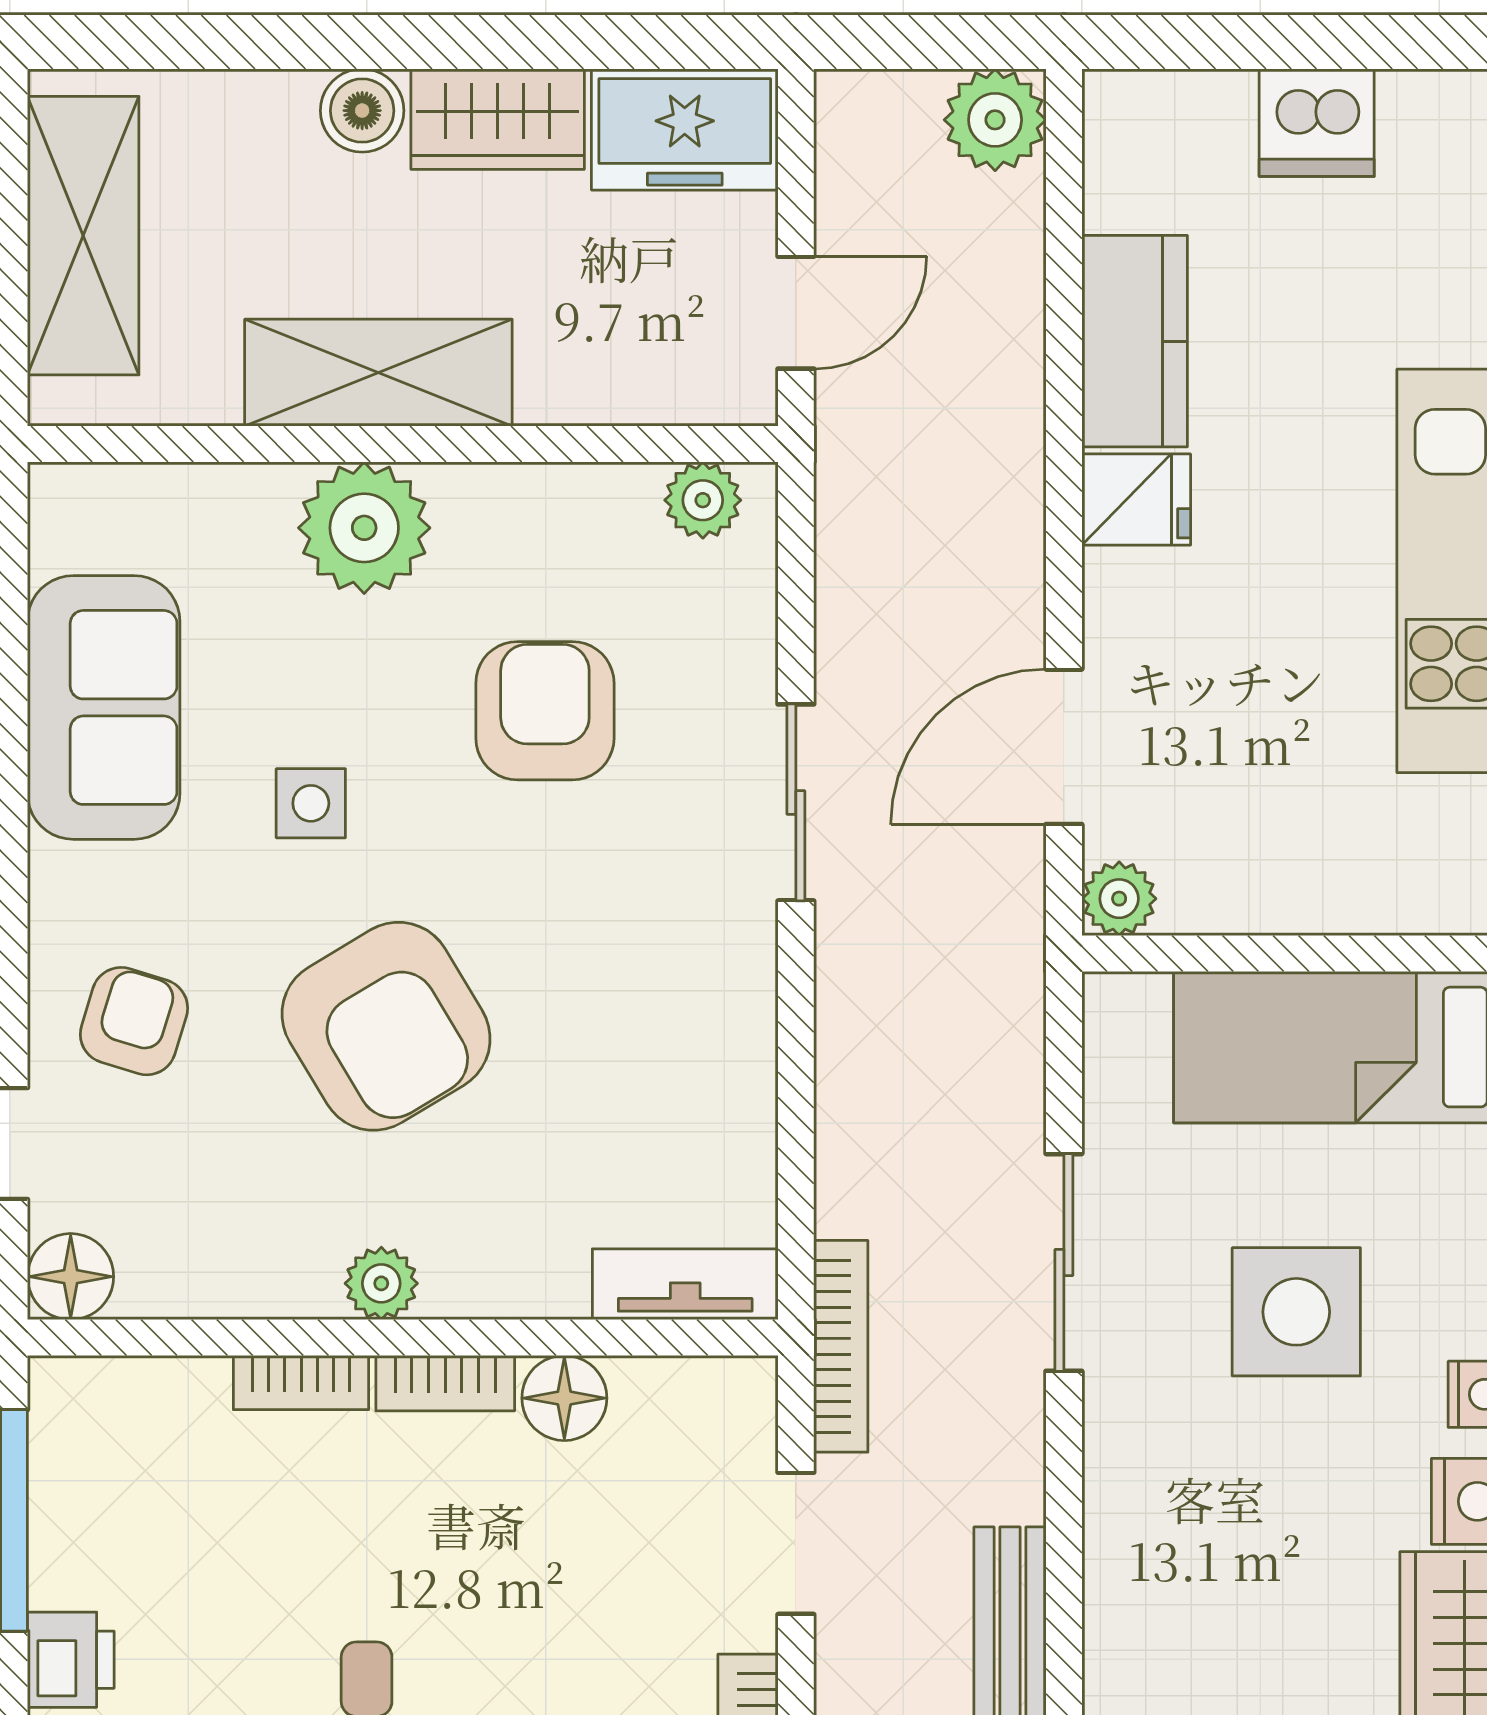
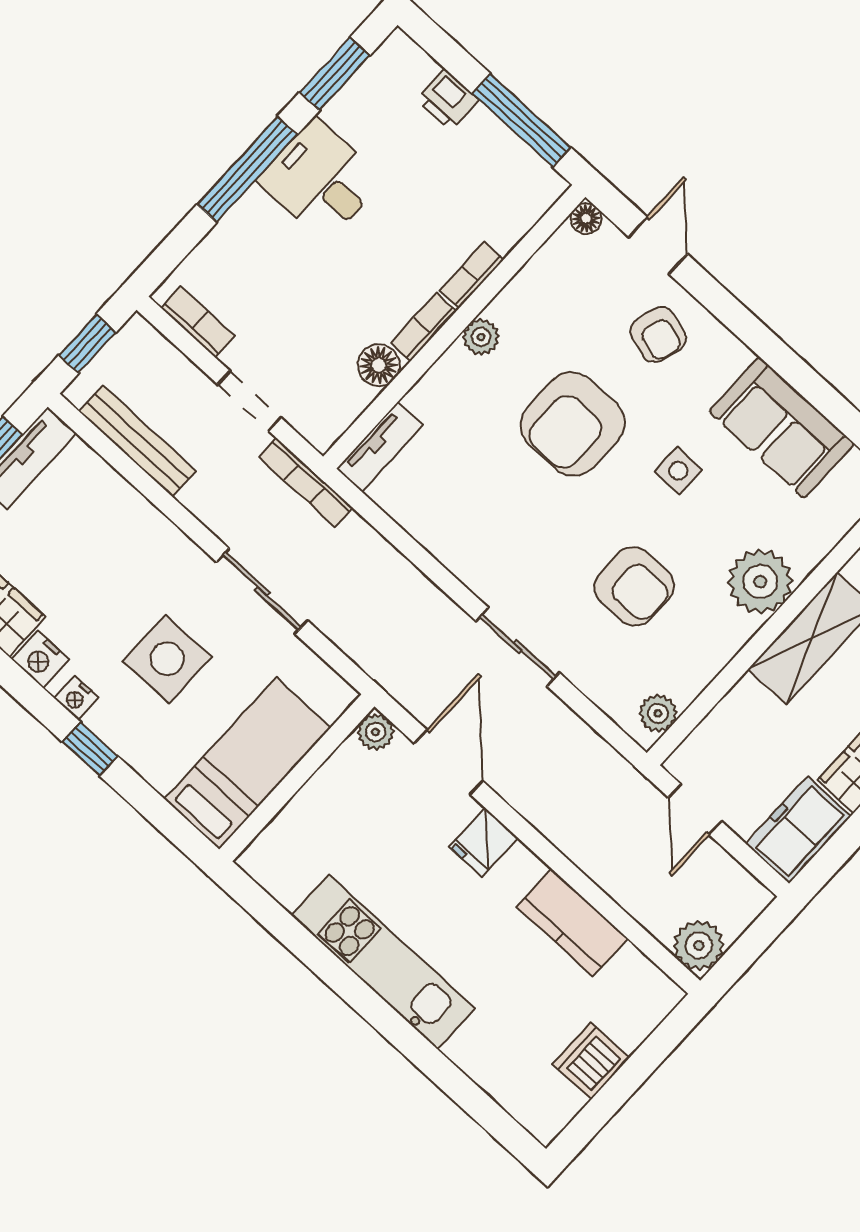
fridge: (1136, 500) -> (483, 842), moved
armchair: (386, 1026) -> (573, 424), turned -59
floor lamp: (71, 1277) -> (586, 219), width x0.73, depth x0.73

